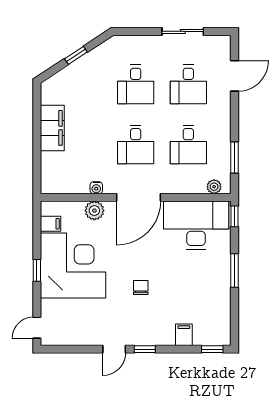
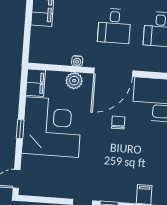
filing cabinet: (50, 224) -> (36, 83), width x2.00
chair: (141, 287) -> (118, 123), moved

